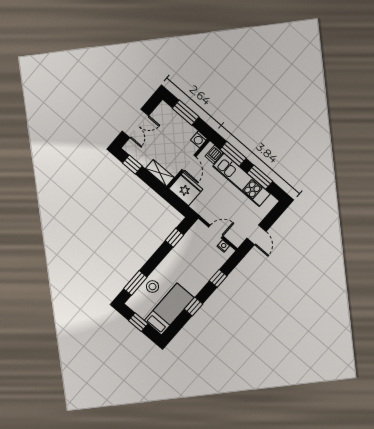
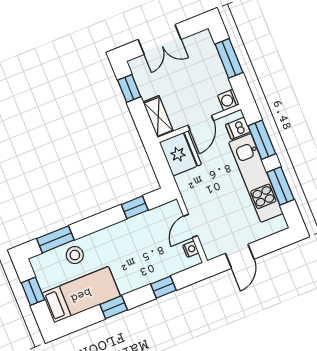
door: (216, 232) -> (191, 226), swing flipped

